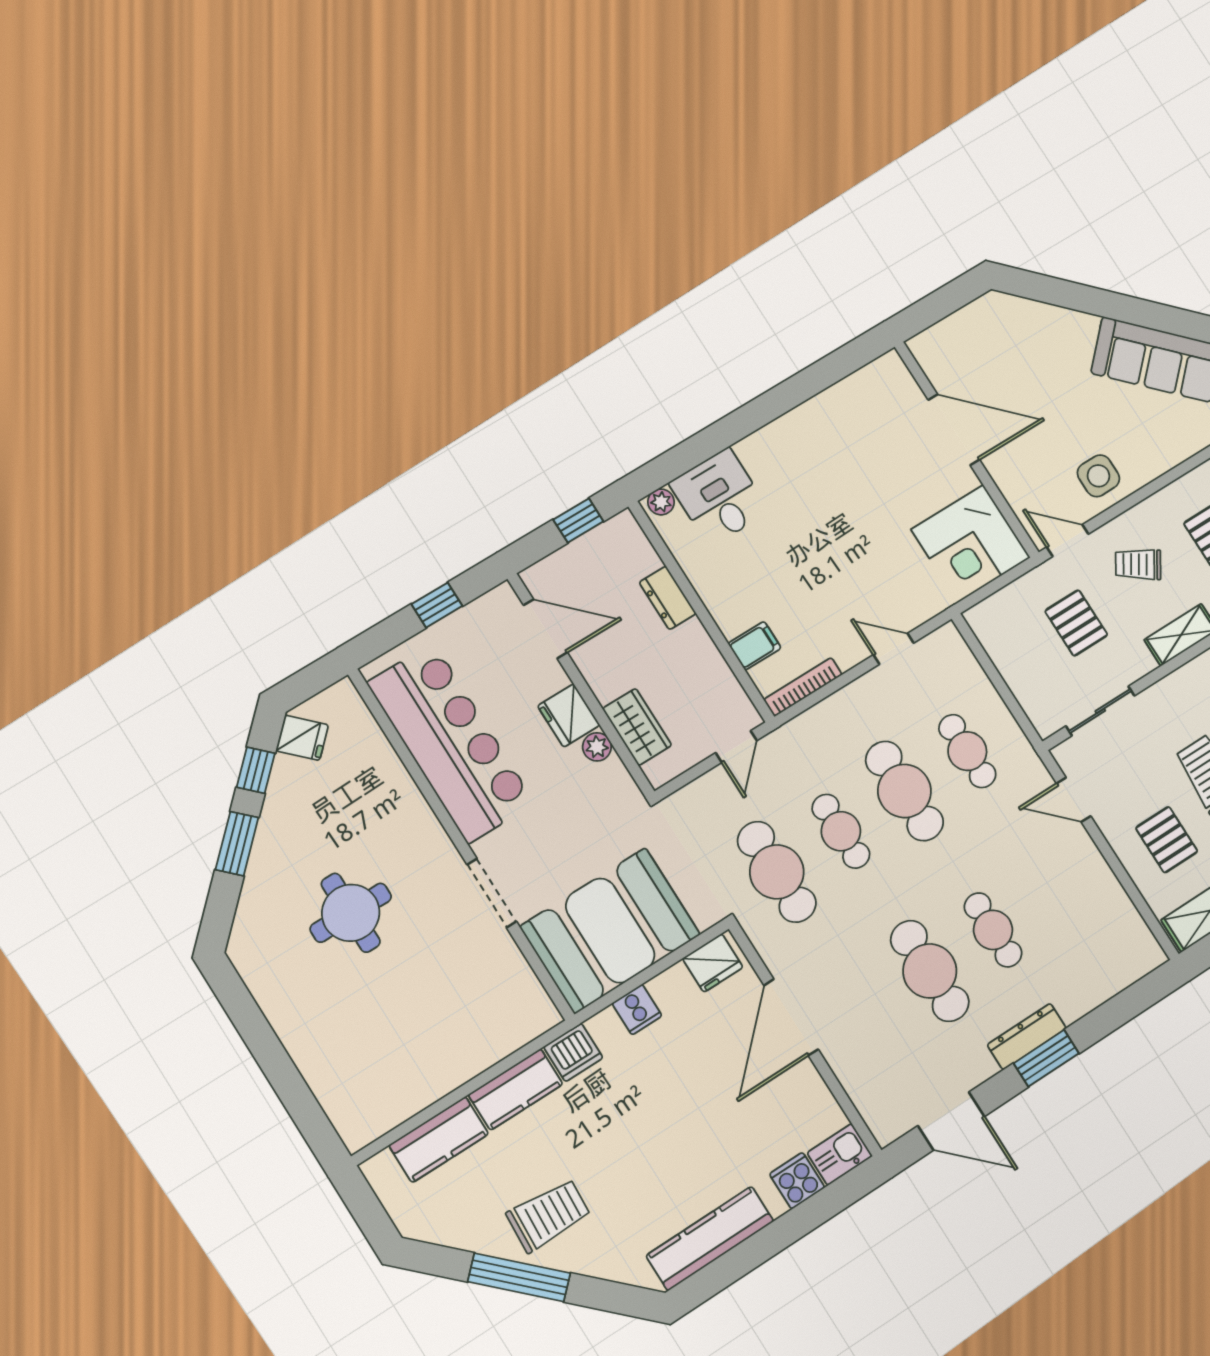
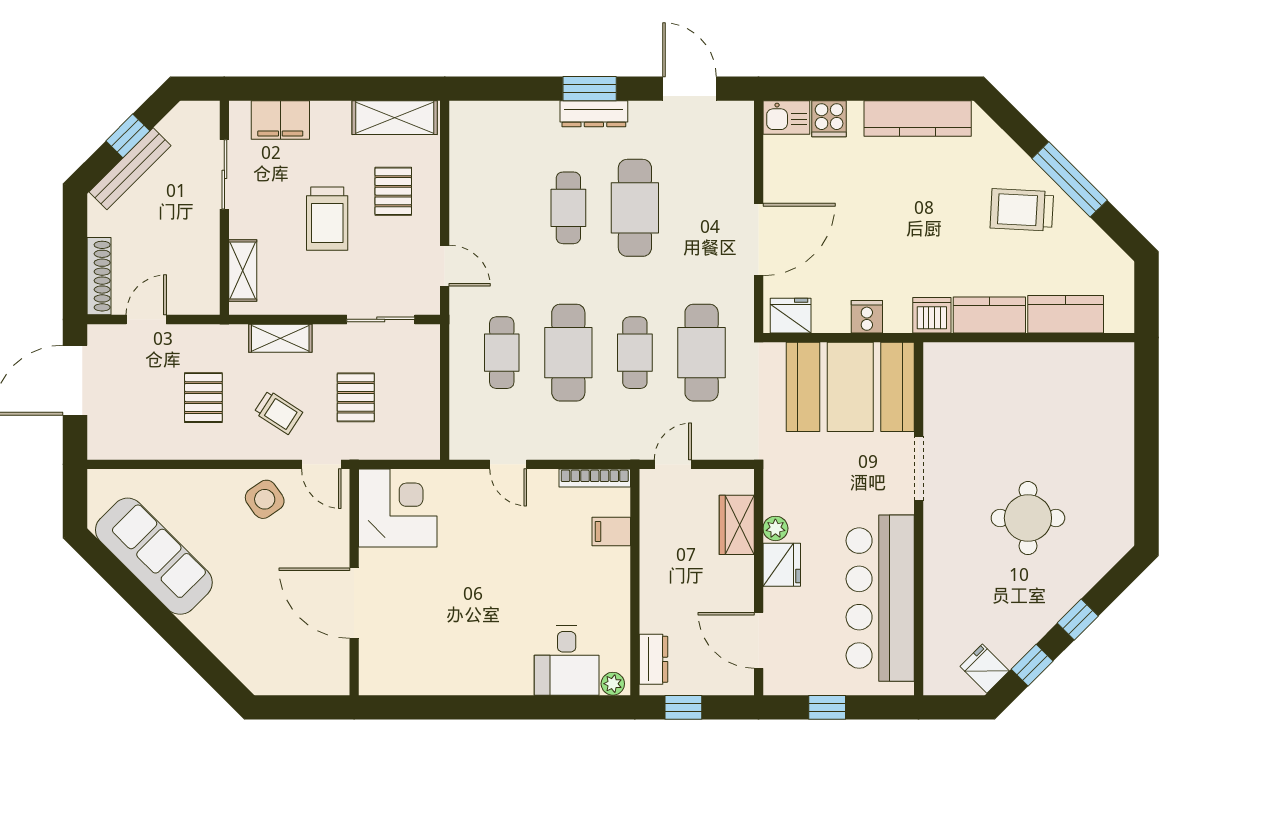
side table: (1098, 476) -> (265, 499), turned -35
dresser: (668, 598) -> (653, 659), moved
window: (237, 844) -> (1078, 620), width x0.67

